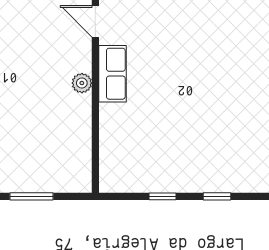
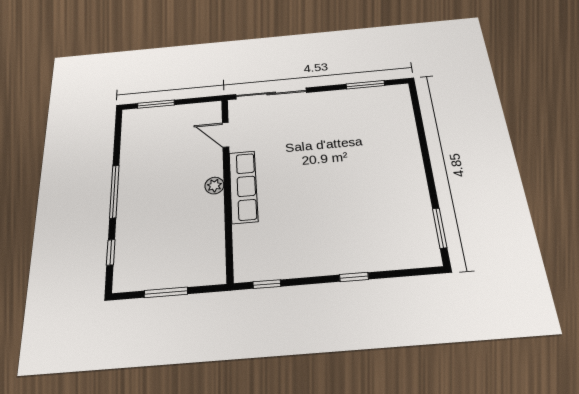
row of seats: (113, 74) -> (243, 187), width x1.48
window: (162, 196) -> (267, 284), moved

